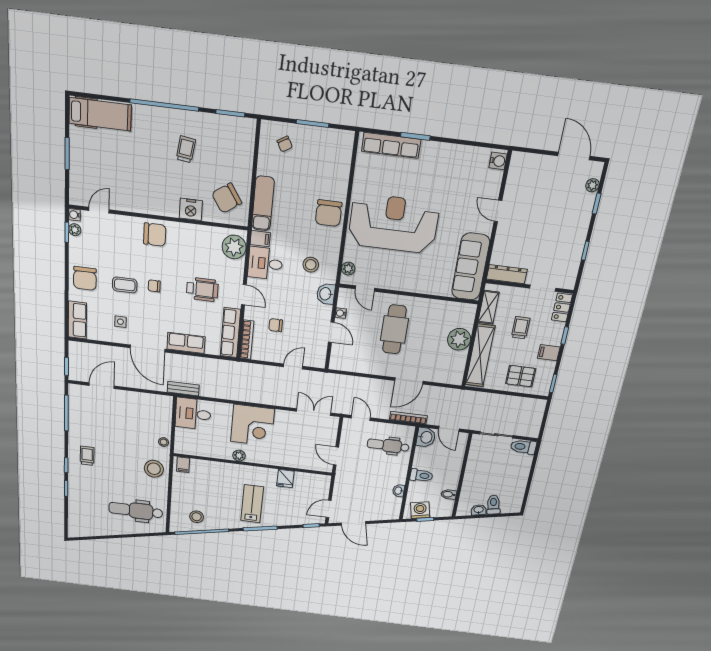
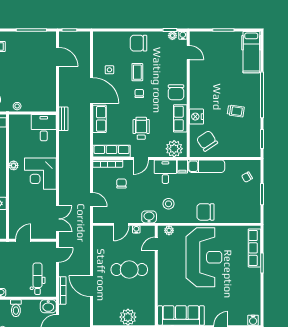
wheelchair: (202, 289) -> (141, 128), turned 180
row of seats: (77, 320) -> (180, 118), moved, turned 90
door: (147, 348) -> (92, 91), swing flipped

